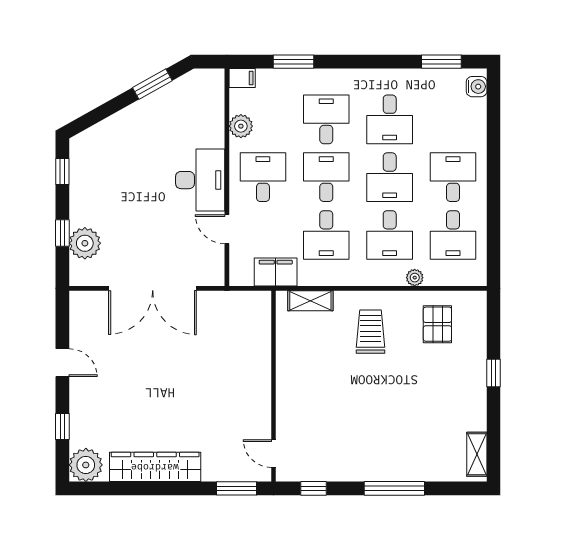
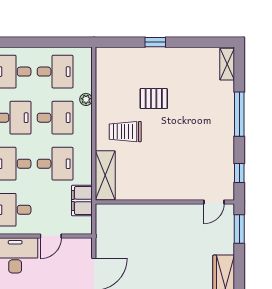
shelving: (310, 301) -> (105, 175), width x1.50, depth x1.33
pallet: (437, 324) -> (154, 99), moved
shelving: (477, 454) -> (227, 64), moved, turned 90

